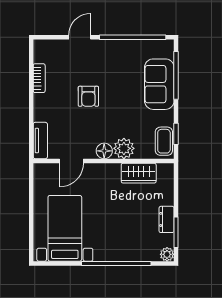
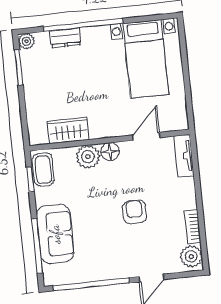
plant: (43, 52) -> (191, 256), added
dresser: (167, 219) -> (65, 38), moved, turned 90

